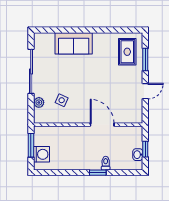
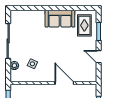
sofa: (74, 43) -> (60, 19), moved
door: (145, 91) -> (99, 57), swing flipped

